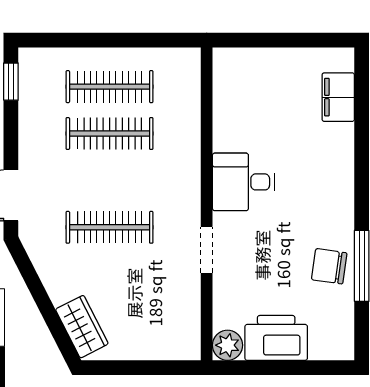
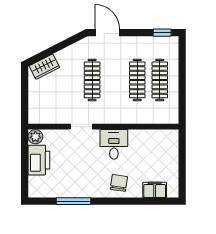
chair: (329, 266) -> (119, 183), moved

